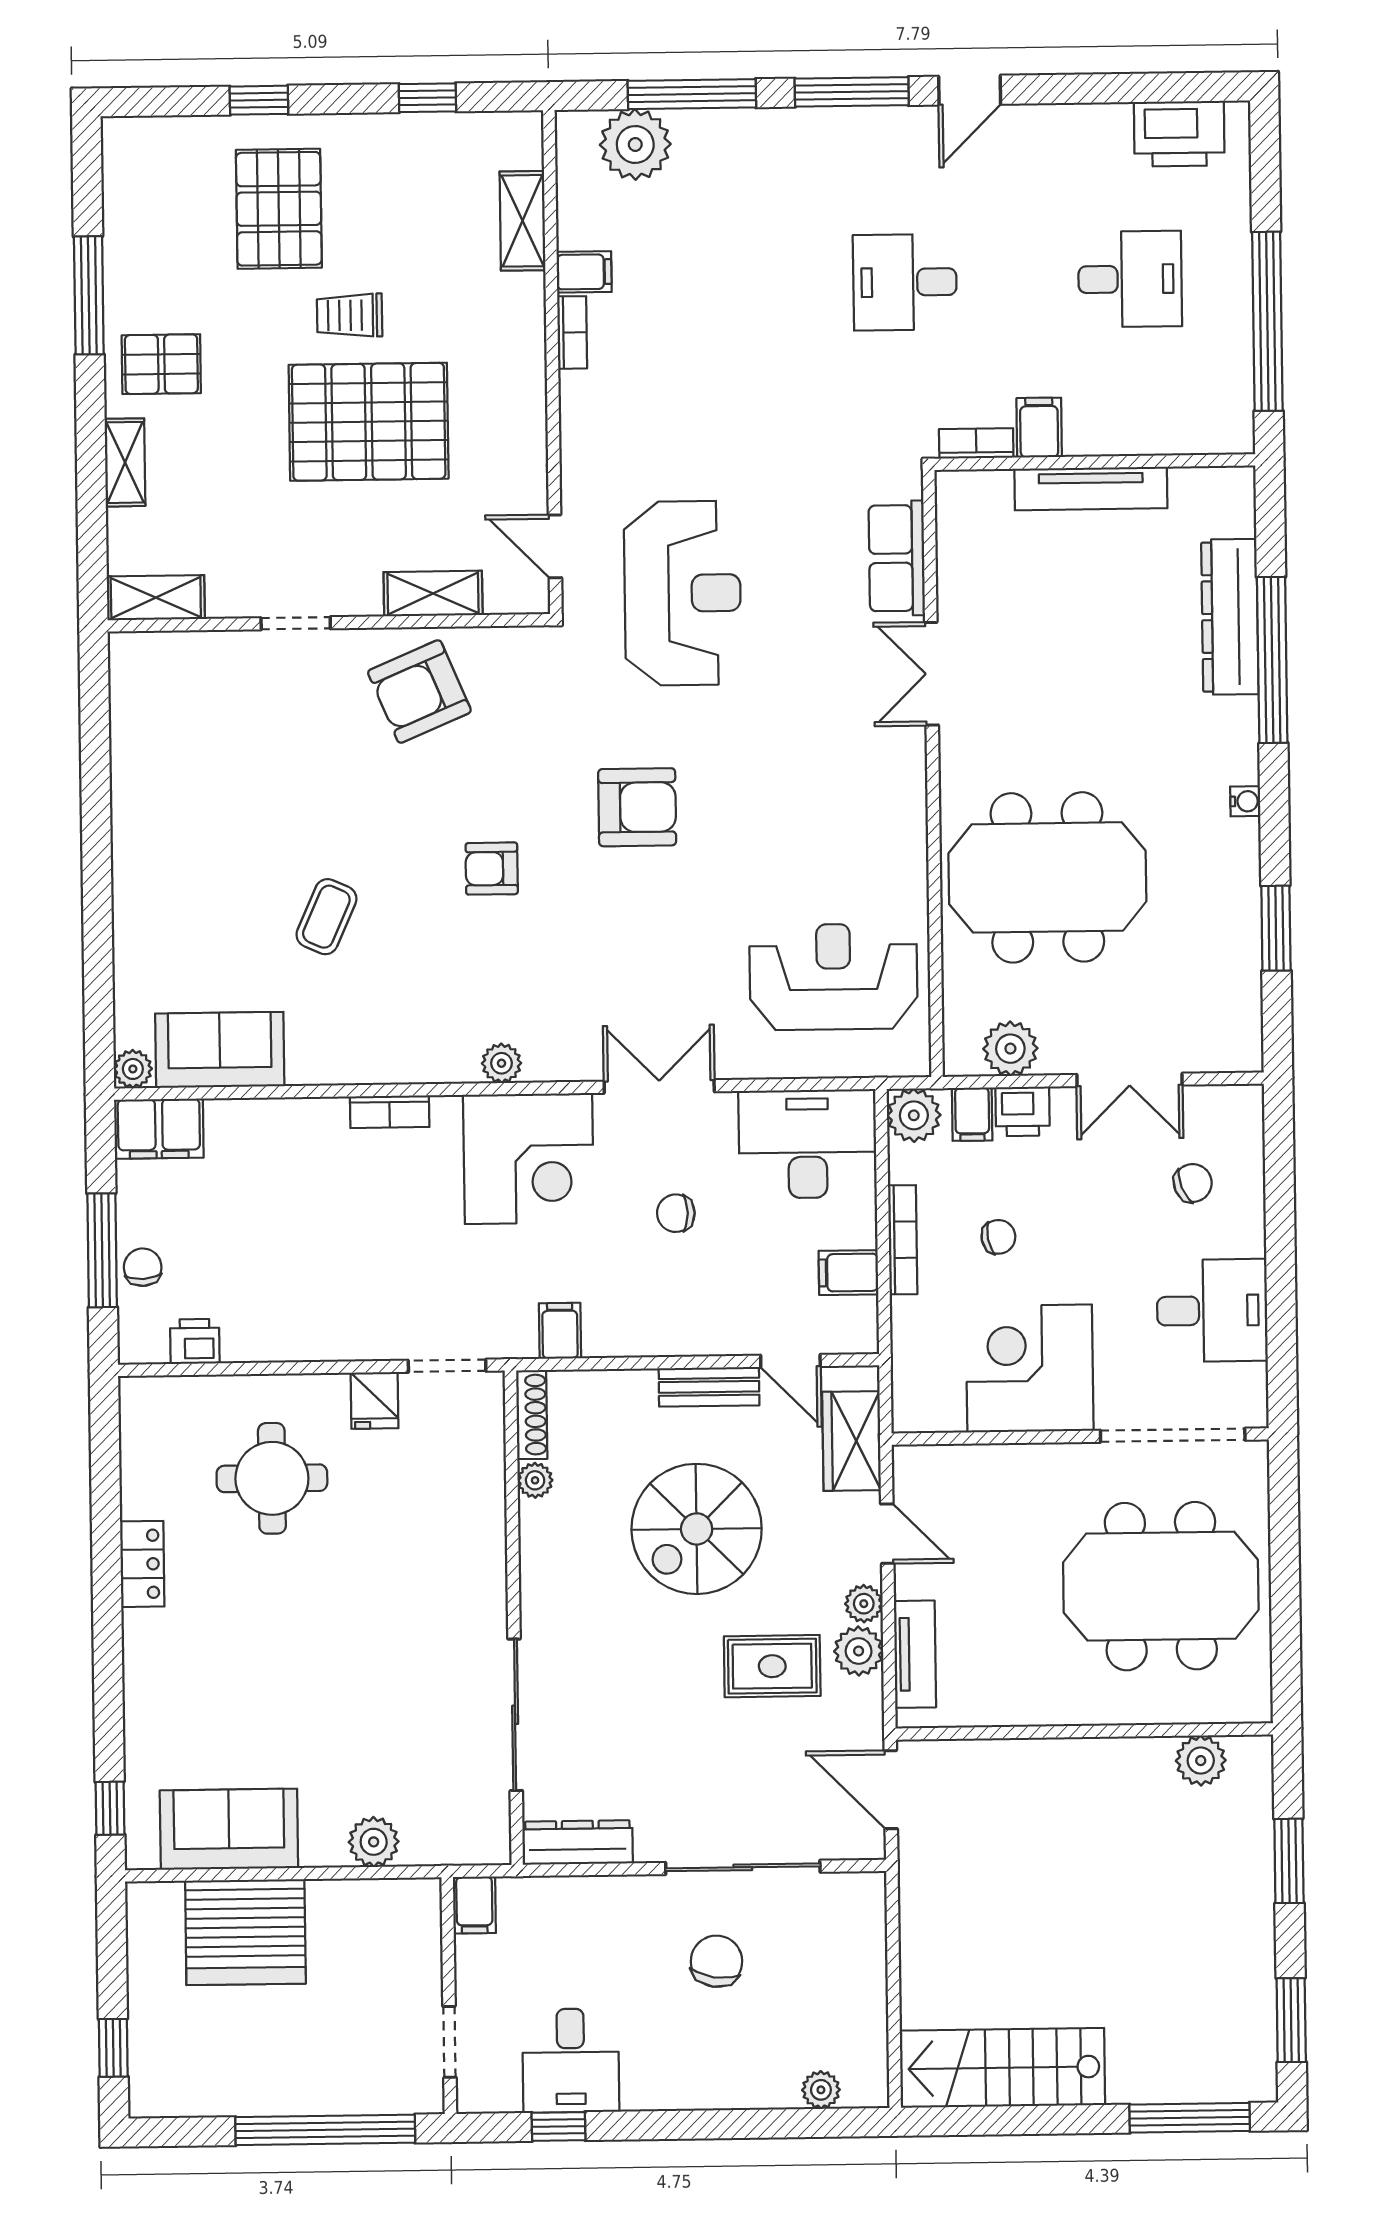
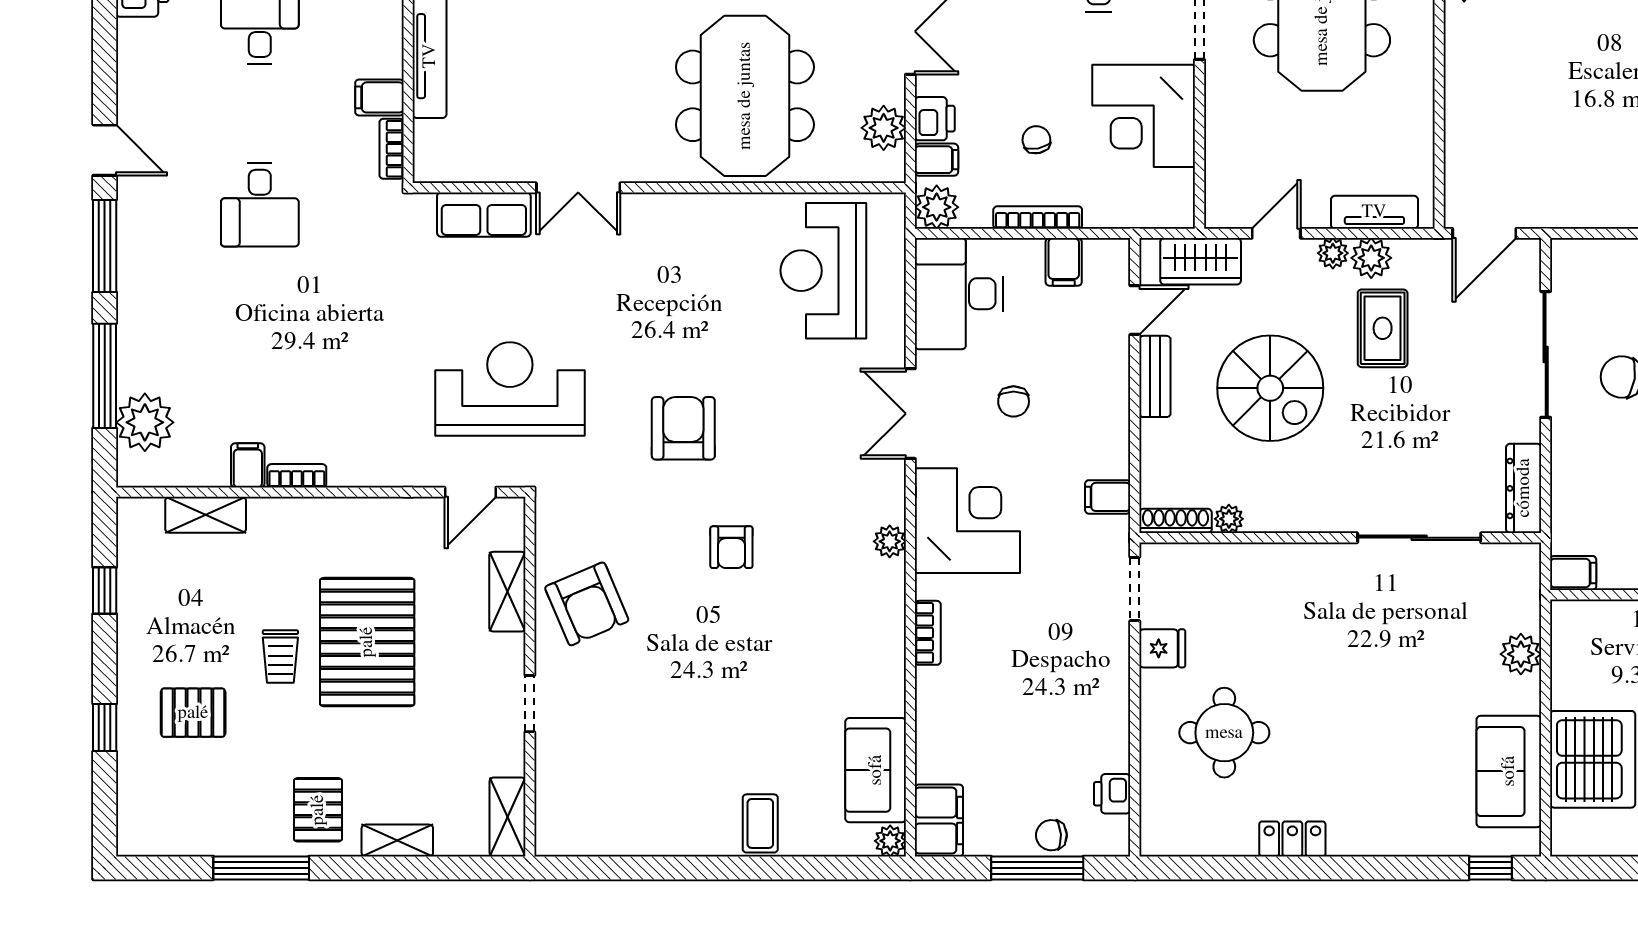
pallet: (279, 209) -> (193, 713), width x0.67, depth x0.71
coffee table: (326, 917) -> (760, 823), moved, turned 66

